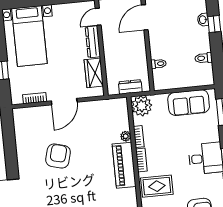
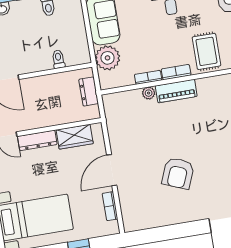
door: (64, 102) -> (112, 170), swing flipped
plant: (142, 106) -> (108, 58), moved
armchair: (58, 156) -> (178, 173), turned -83
piano: (124, 165) -> (176, 91), width x0.73, depth x0.75

